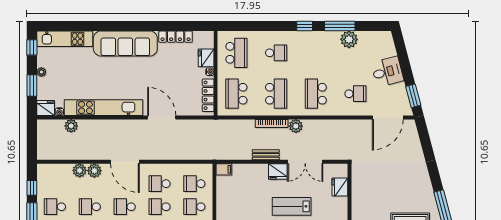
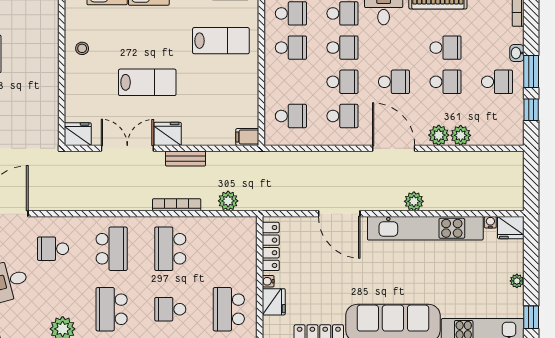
window: (32, 86) -> (531, 261), removed
school desk: (236, 94) -> (112, 309), moved, turned 180
plant: (71, 126) -> (414, 201), moved
plant: (296, 126) -> (228, 201), moved
fridge: (340, 187) -> (78, 134), moved, turned -90
school desk: (194, 207) -> (291, 82), removed

